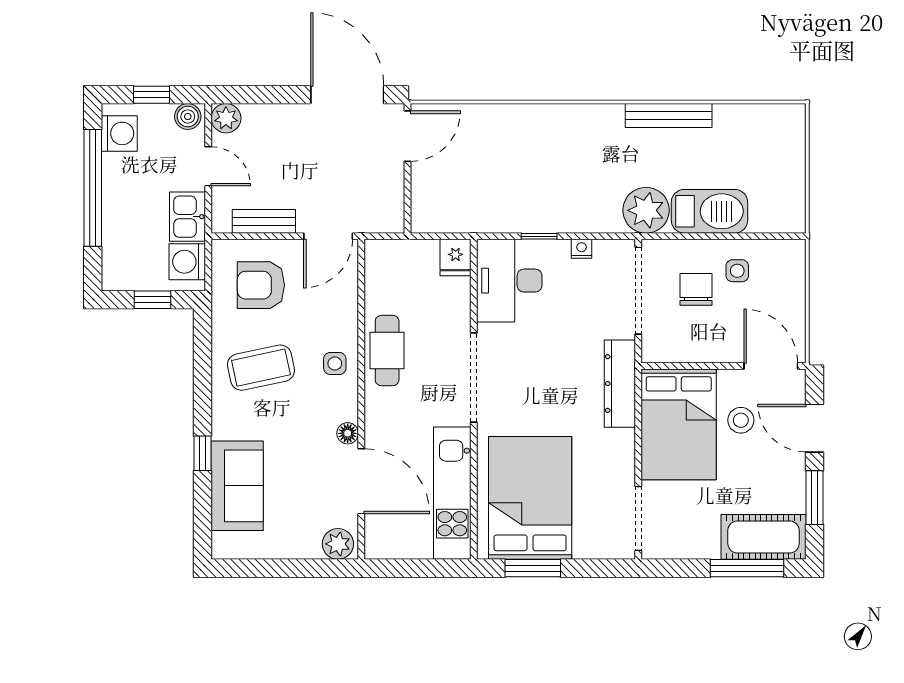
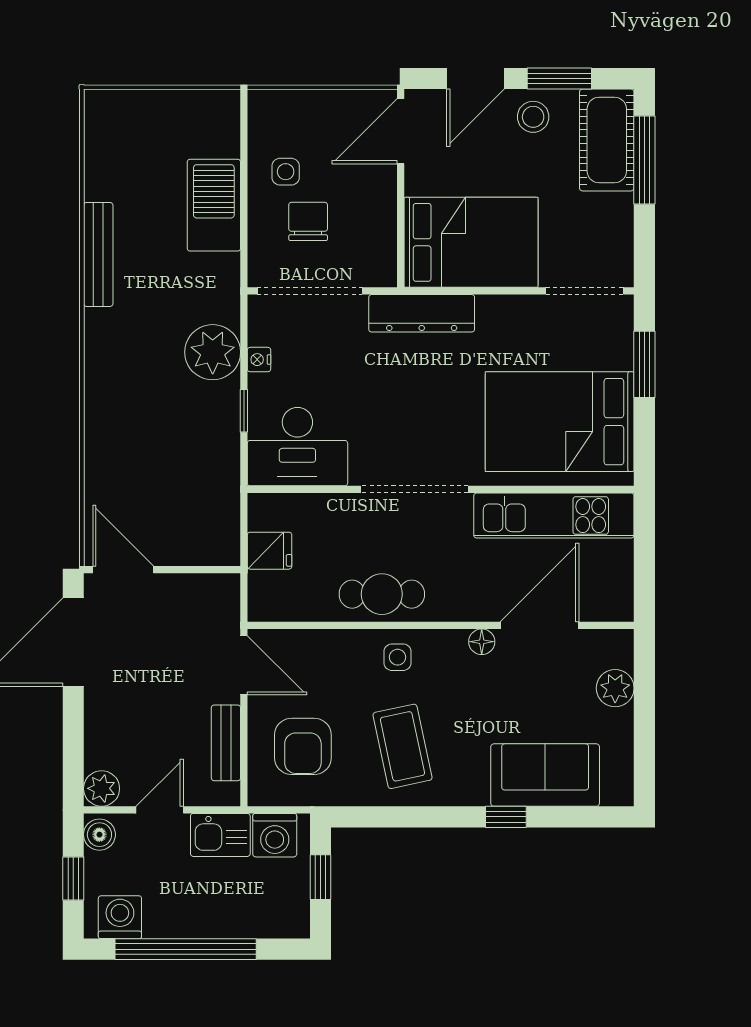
plant: (646, 210) -> (213, 352), moved
fridge: (456, 257) -> (270, 551), moved
chair: (696, 289) -> (308, 221), turned 90
stool: (741, 420) -> (533, 117), moved
plant: (338, 544) -> (615, 688), moved
window: (533, 568) -> (644, 364), moved

